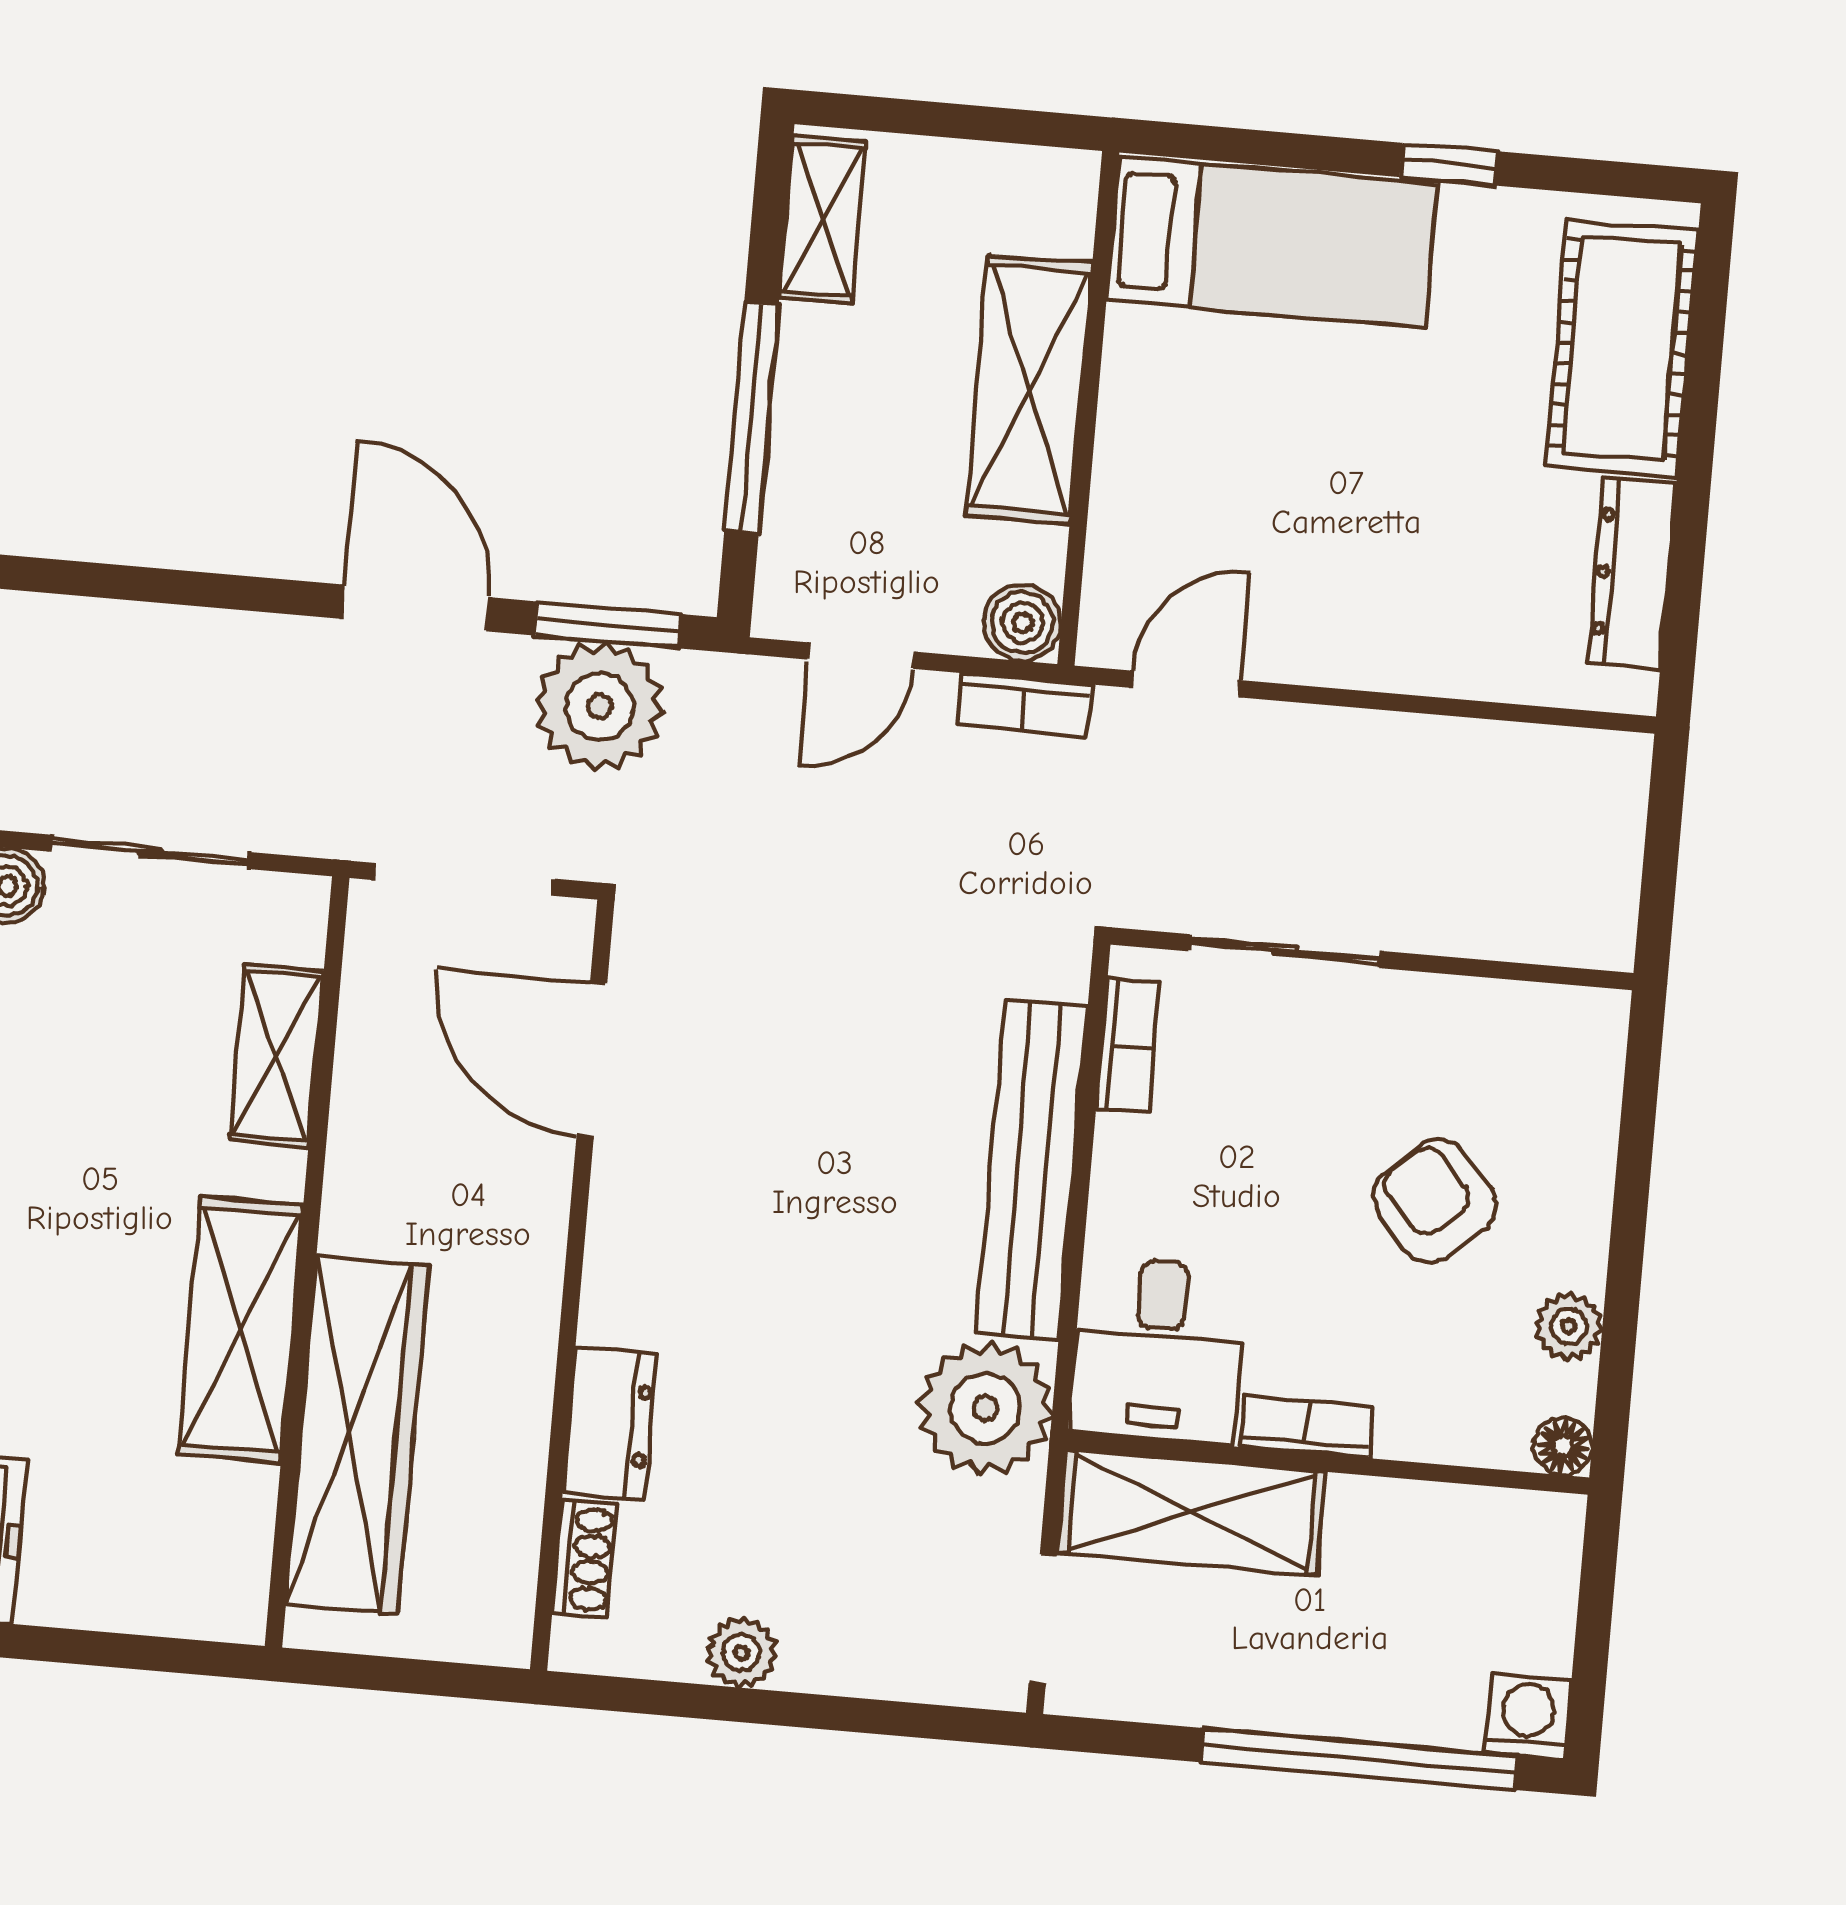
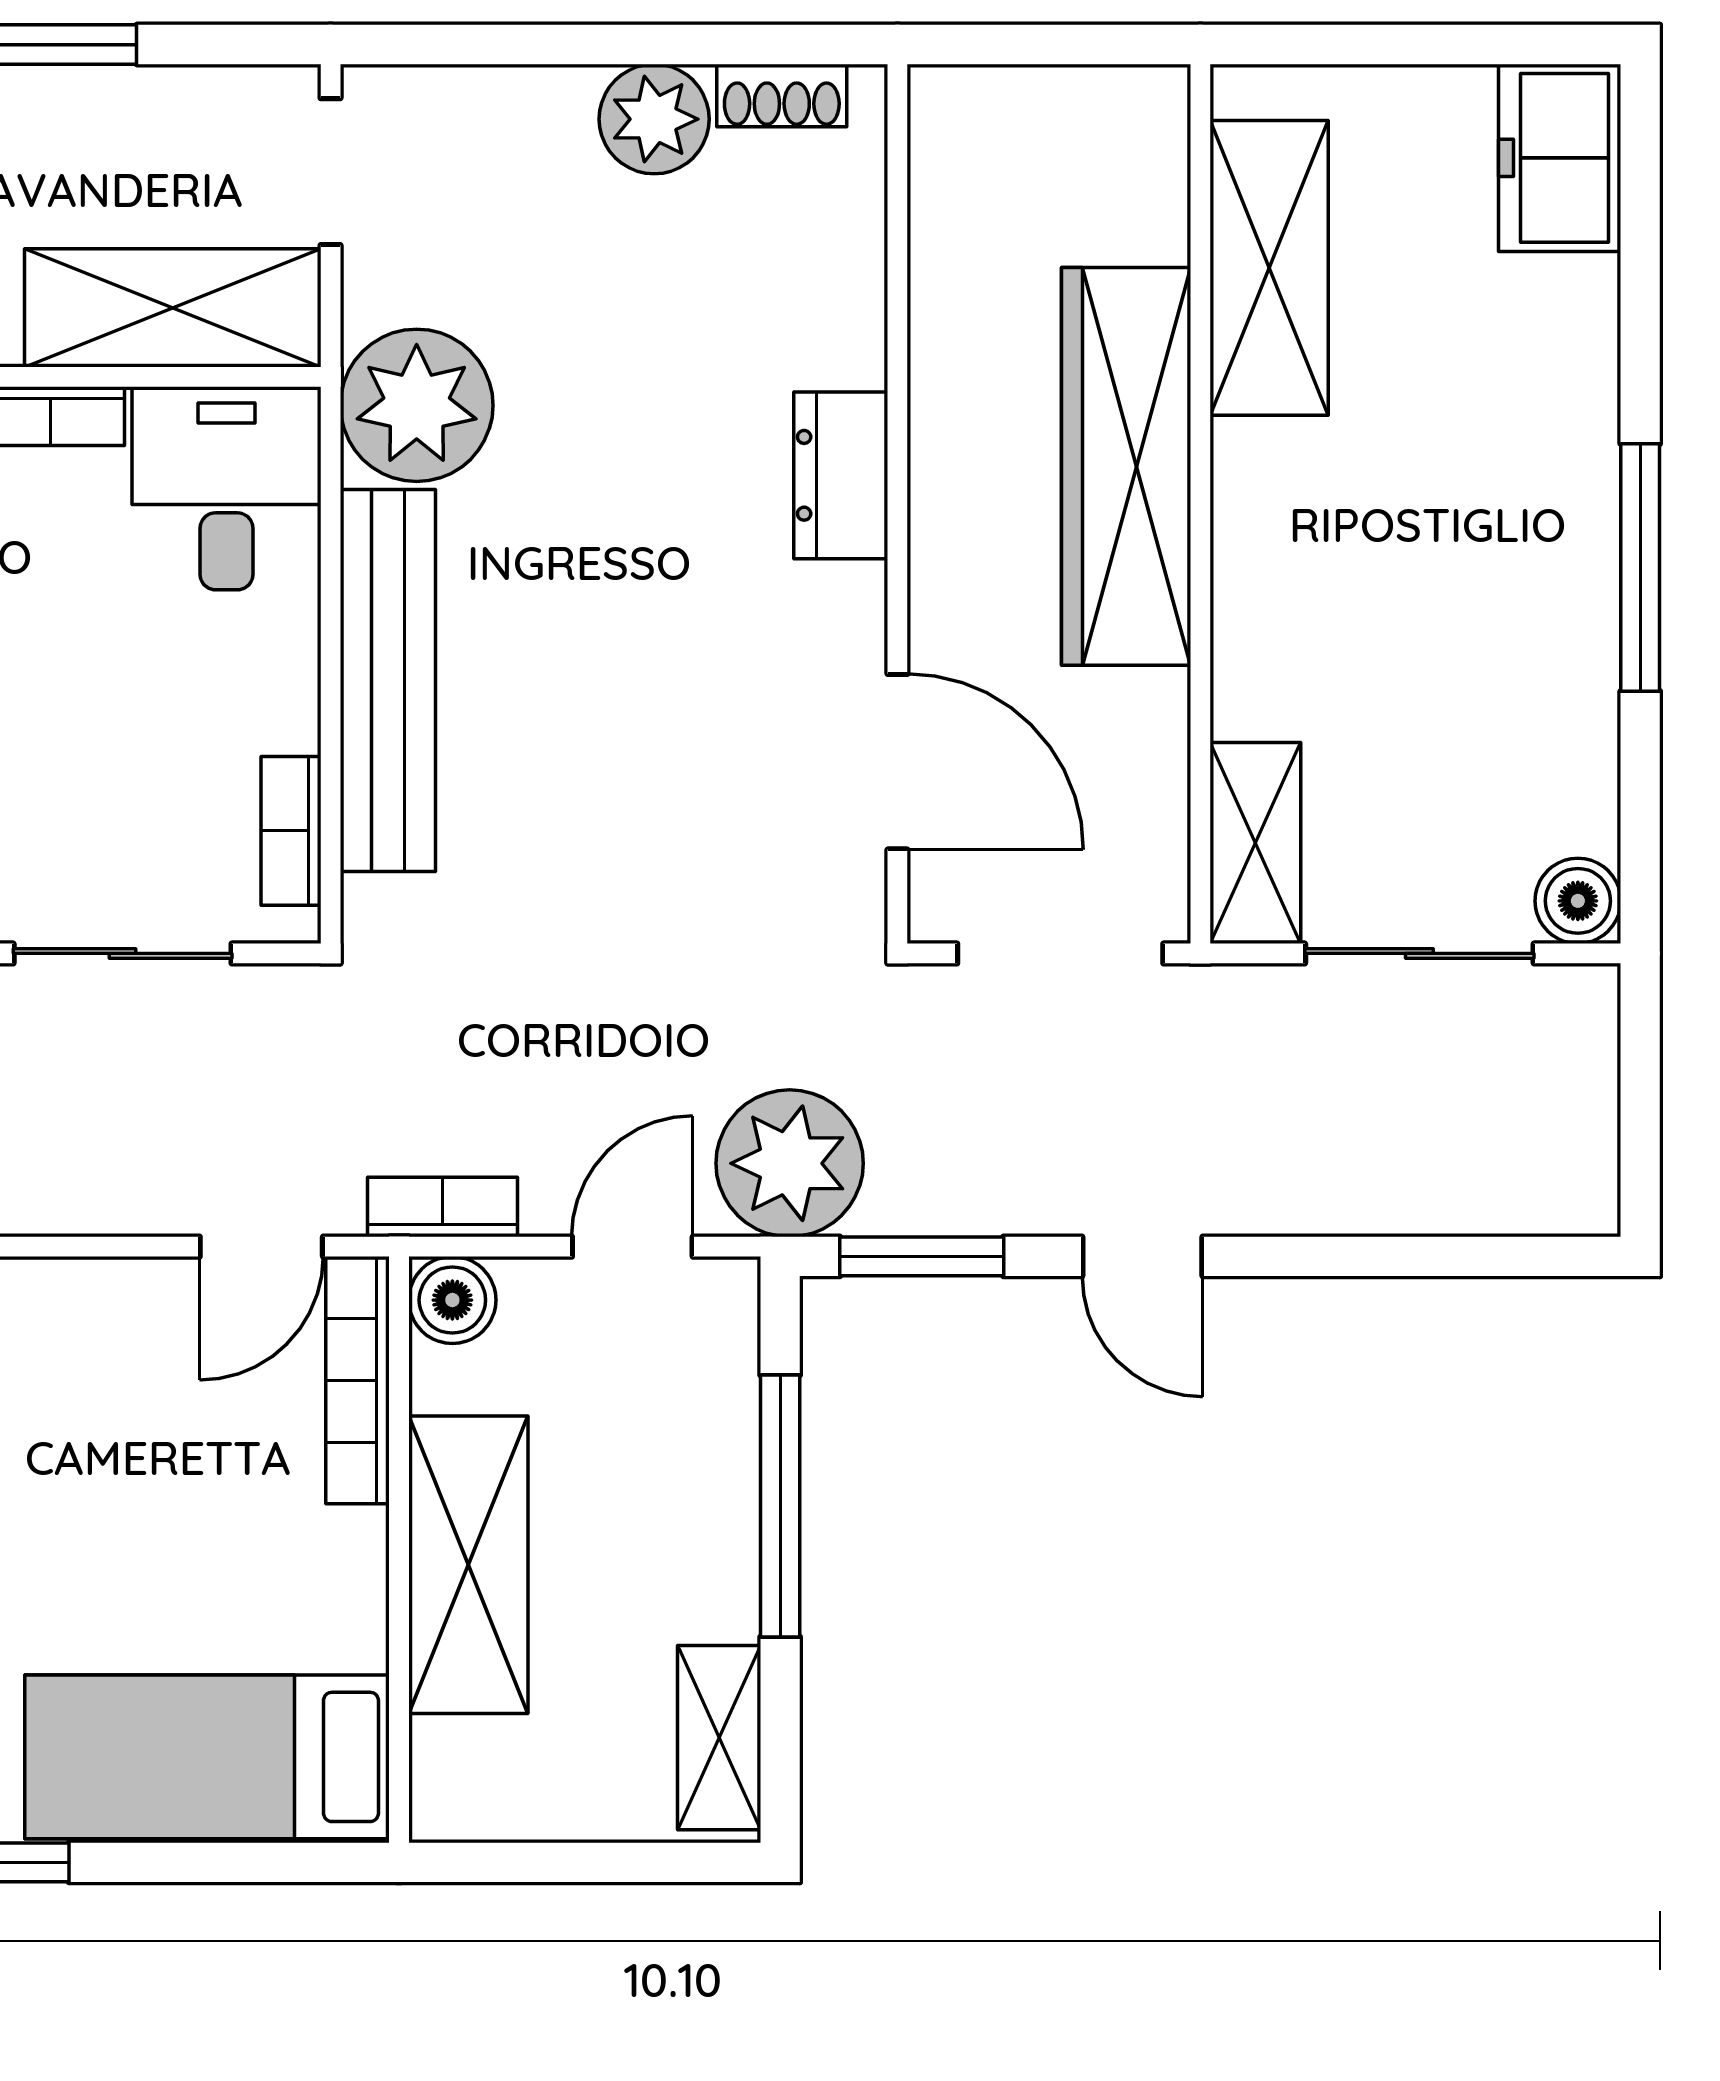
bookcase: (1112, 560) -> (358, 1380), added
door: (415, 608) -> (1142, 1256), width x0.73
plant: (600, 706) -> (790, 1163), moved
shelving: (277, 1055) -> (1255, 843), moved
shelving: (241, 1330) -> (1269, 268), moved
dresser: (610, 1424) -> (841, 475), moved
wardrobe: (357, 1434) -> (1126, 466), moved
shoe rack: (585, 1559) -> (782, 96), moved, turned -90
plant: (741, 1652) -> (654, 119), width x1.38, depth x1.38

